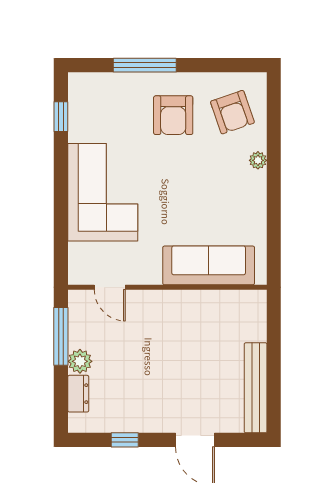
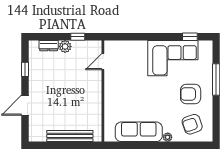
corner sofa: (103, 192) -> (173, 58), moved
sofa: (209, 265) -> (139, 132), moved, turned -90
window: (61, 336) -> (78, 37), width x0.46
bench: (256, 388) -> (70, 136), moved

